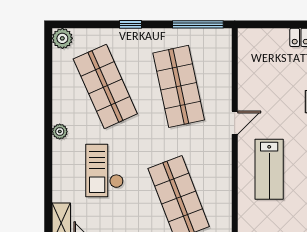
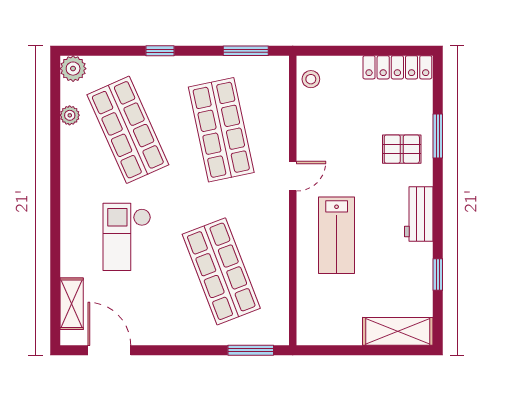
window: (198, 24) -> (246, 51), width x0.69
stool: (249, 47) -> (311, 79), added
plant: (60, 132) -> (70, 115), moved

